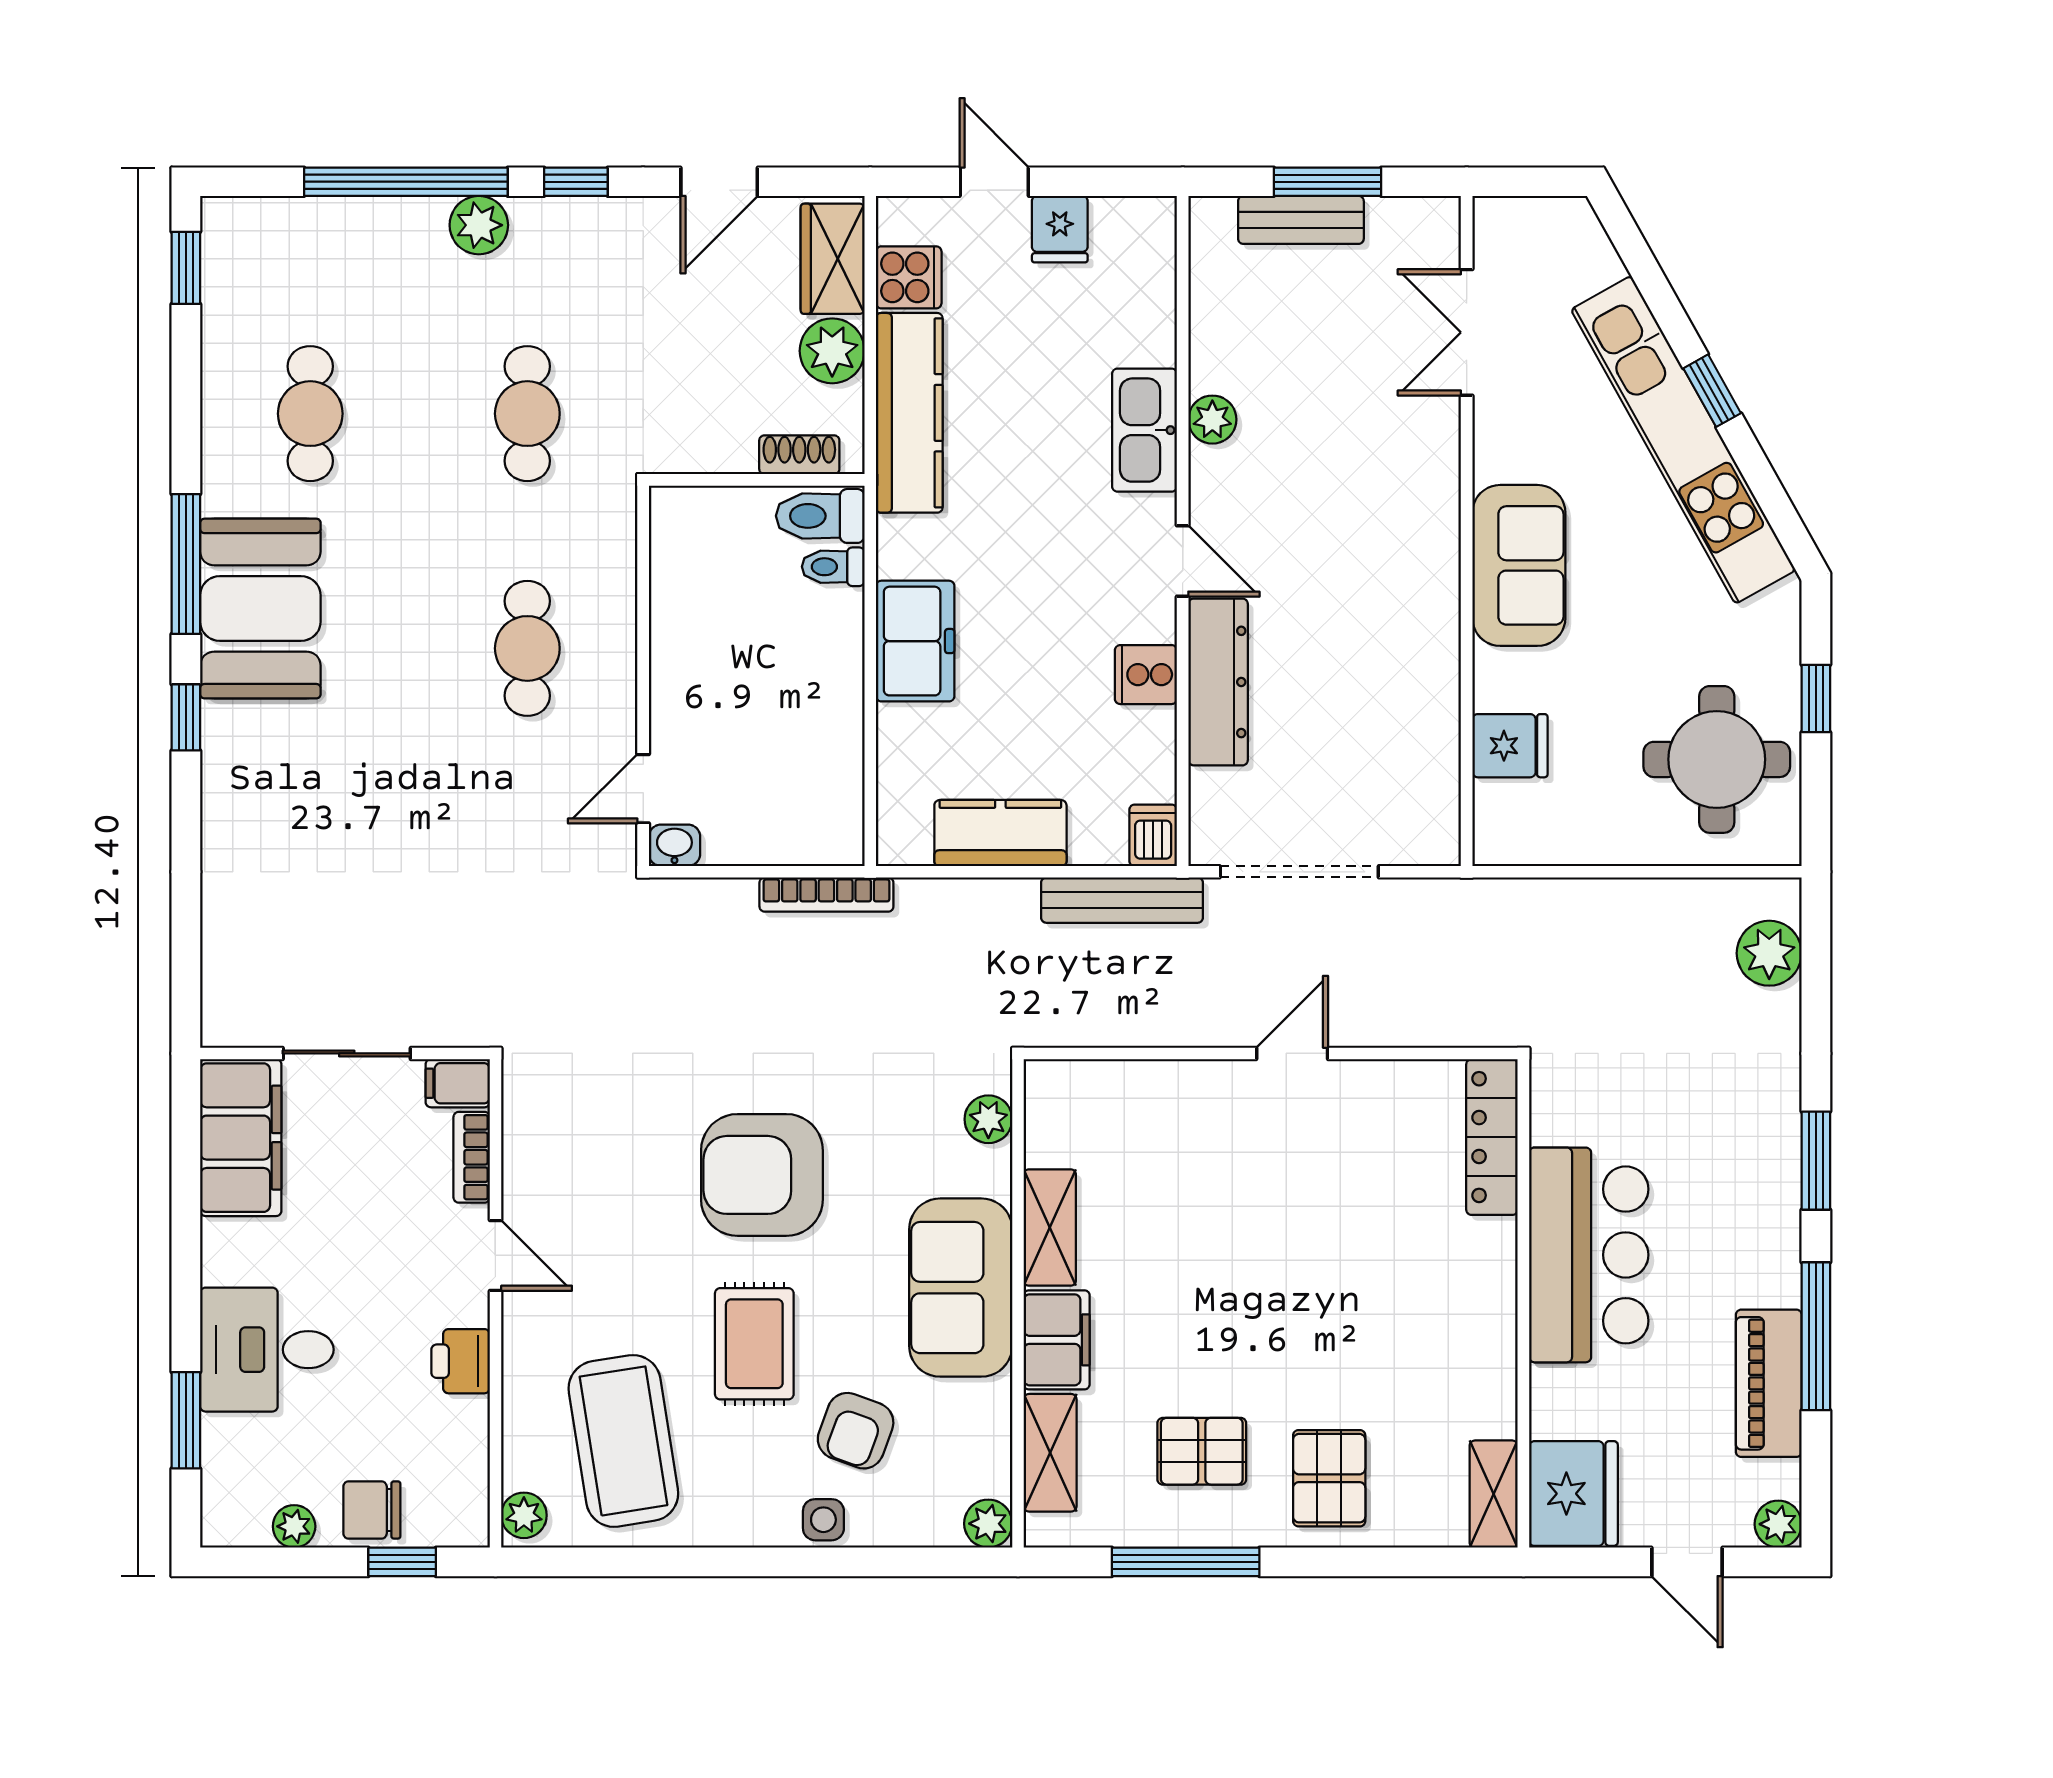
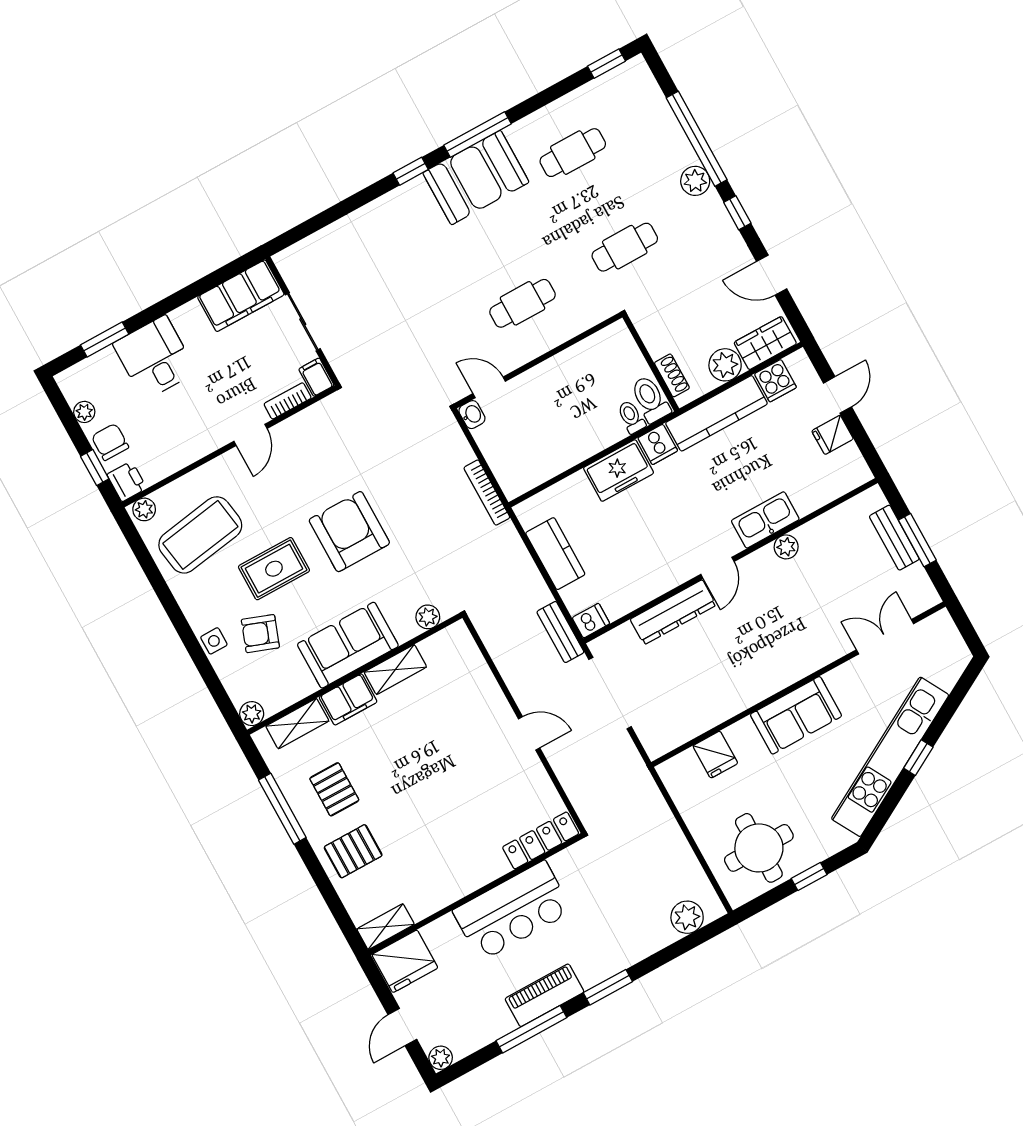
cooker: (1146, 675) -> (658, 444), moved, turned 180
bench: (1122, 900) -> (560, 632), width x0.73
printer: (461, 1361) -> (127, 481), moved, turned 90
piano: (1769, 1383) -> (545, 995), moved

